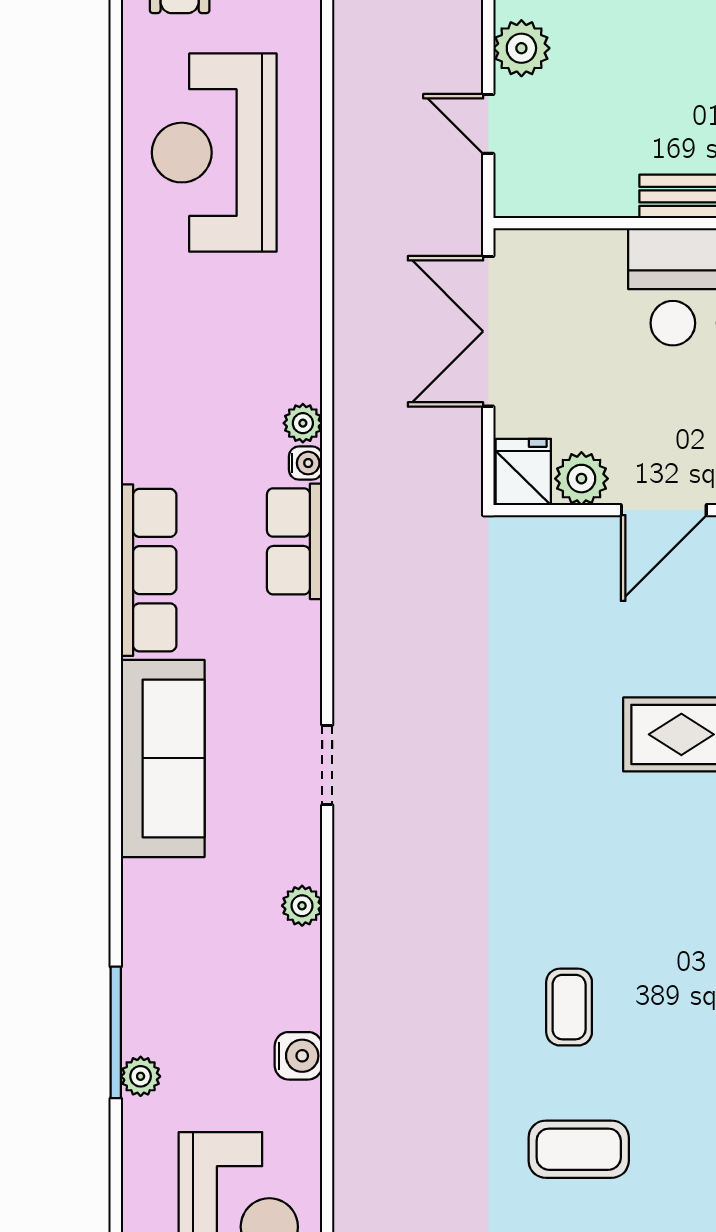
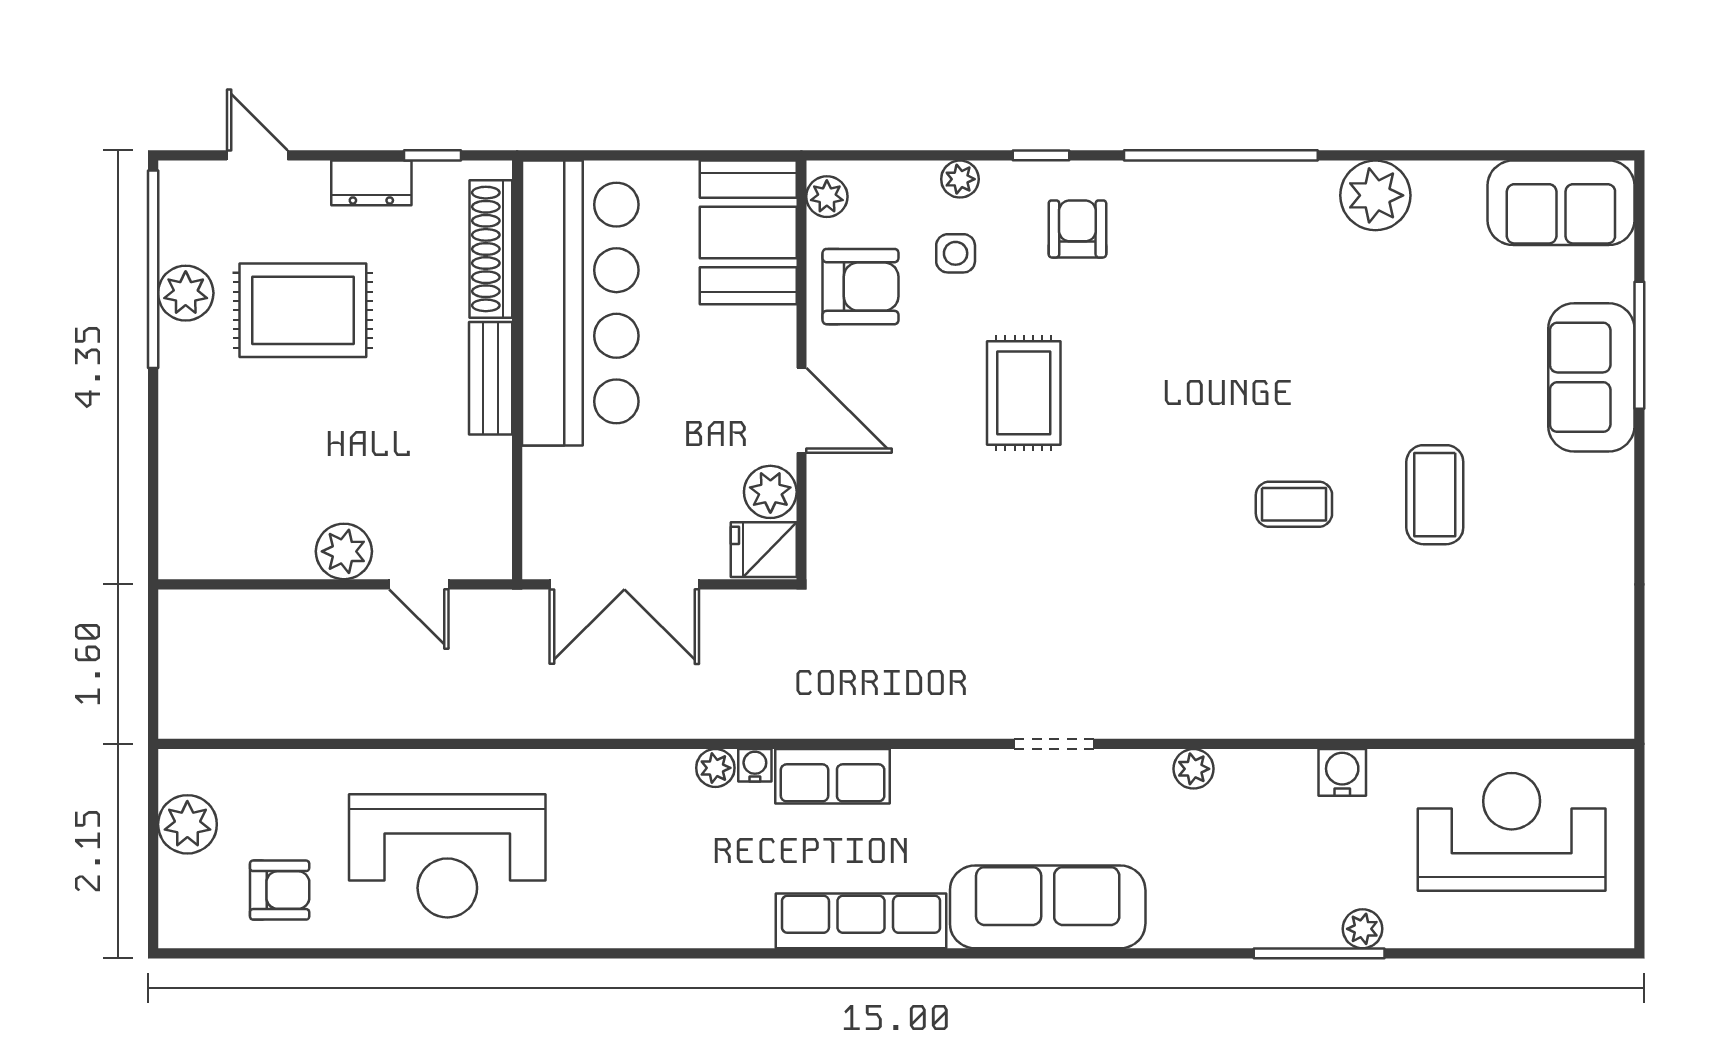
door: (488, 124) -> (419, 584), hinge flipped

